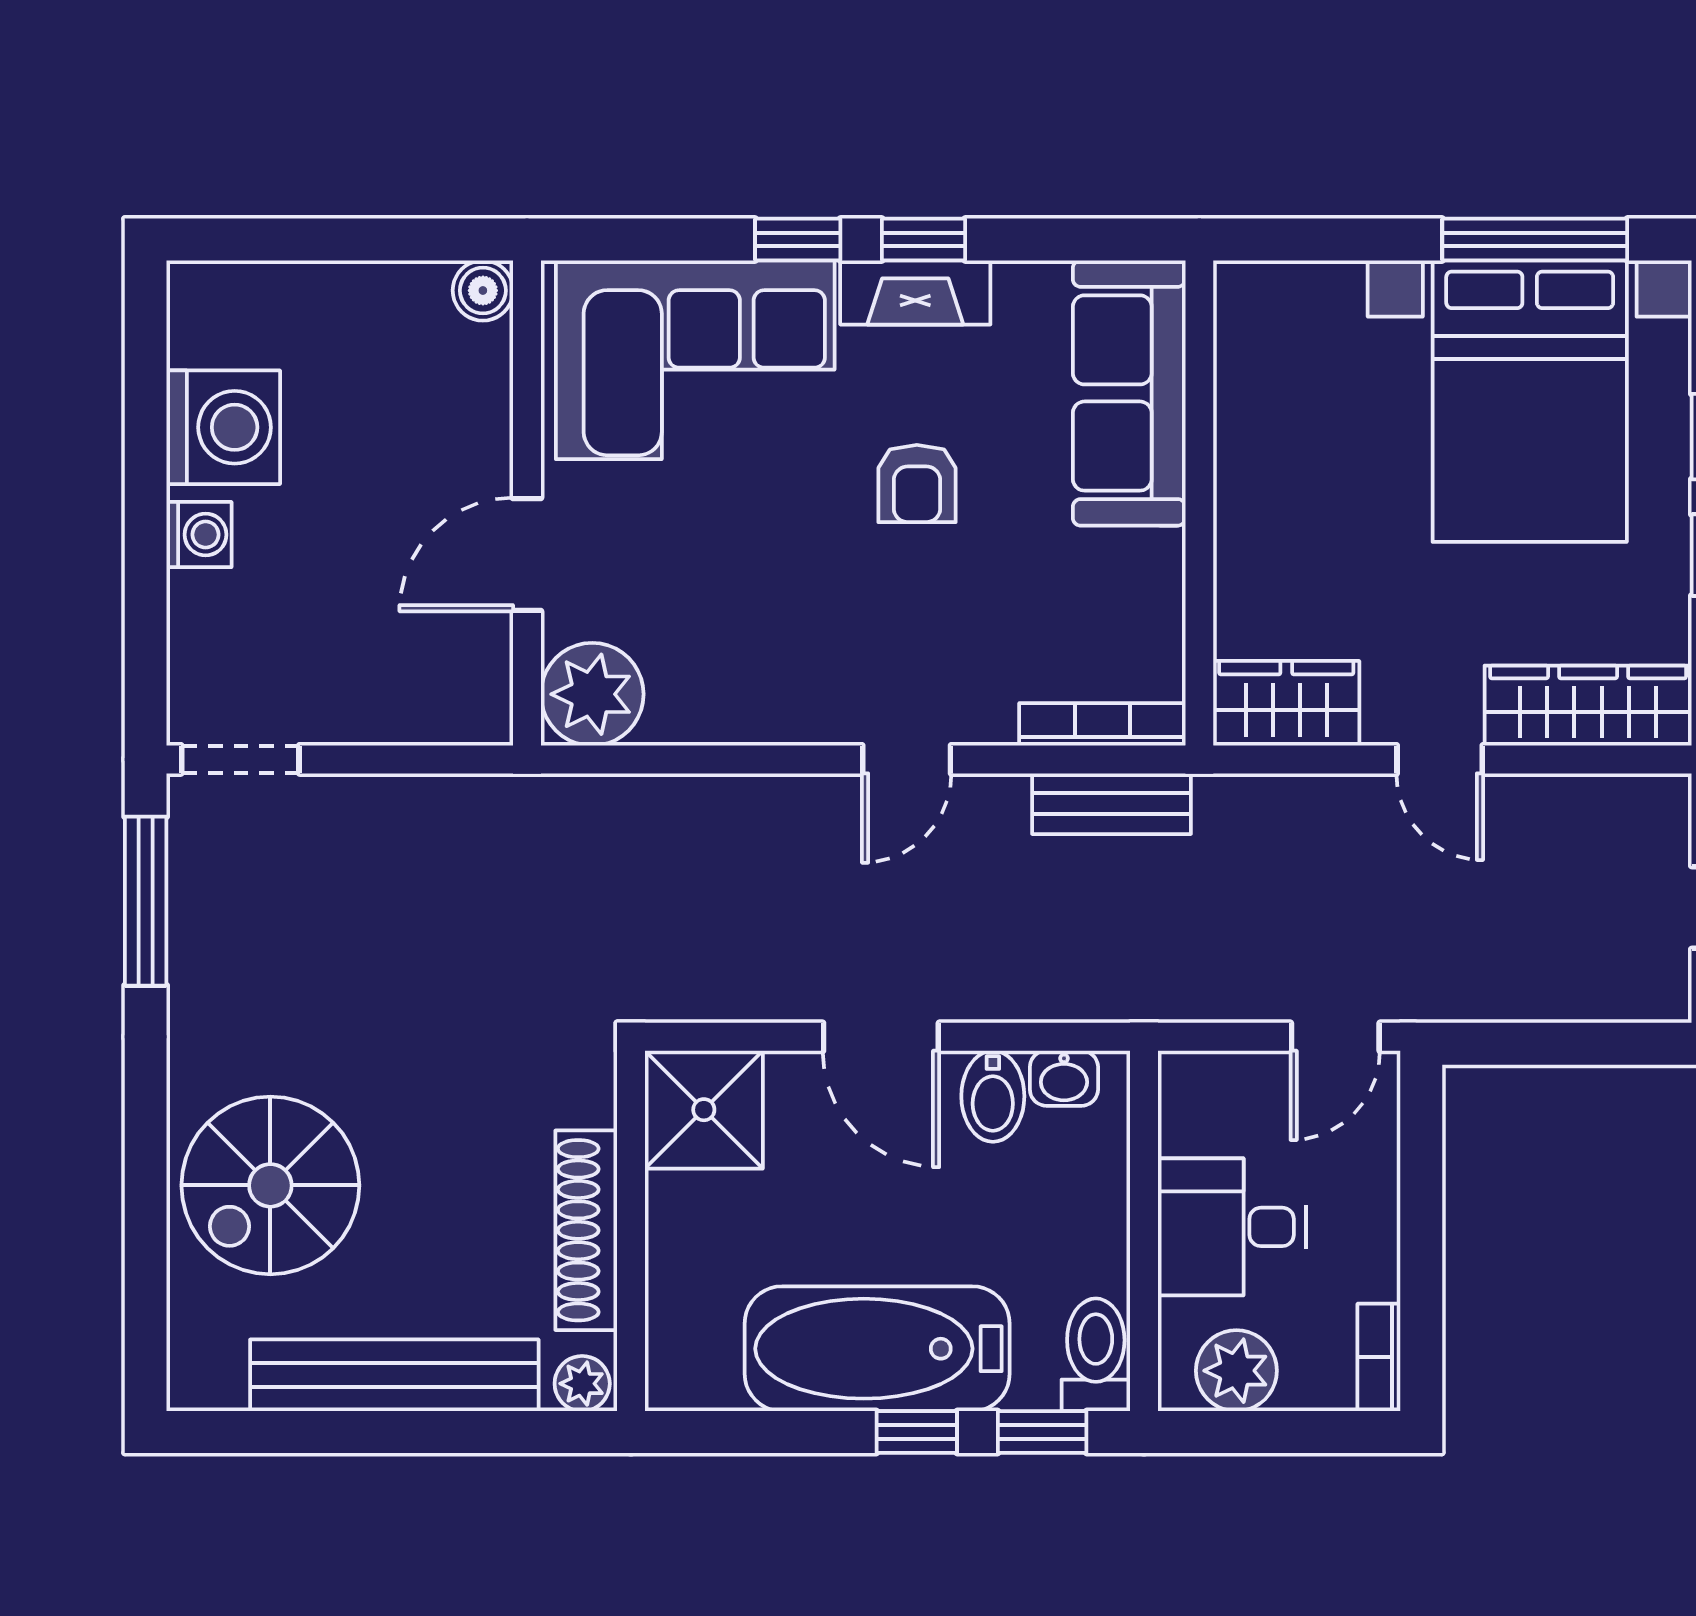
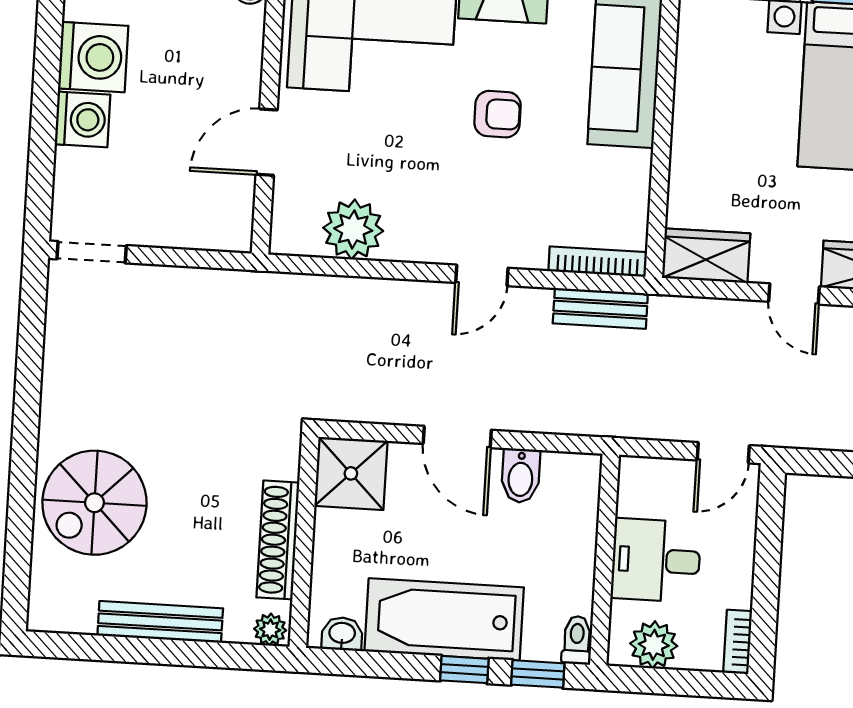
armchair: (917, 483) -> (498, 114), turned -90
washing machine: (199, 535) -> (83, 119), width x1.38, depth x1.38
plant: (592, 694) -> (353, 229), moved
window: (146, 901) -> (31, 332), removed
washbasin: (1064, 1078) -> (342, 634), moved, turned 180
toilet: (1096, 1355) -> (577, 640), width x0.73, depth x0.72
bench: (394, 1375) -> (160, 622), width x0.73, depth x0.82

